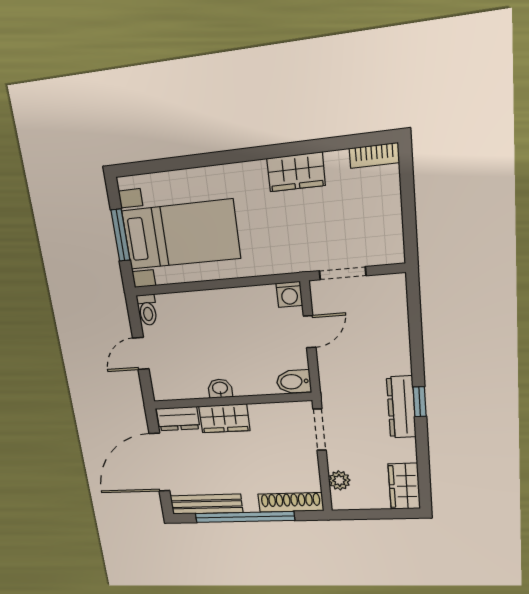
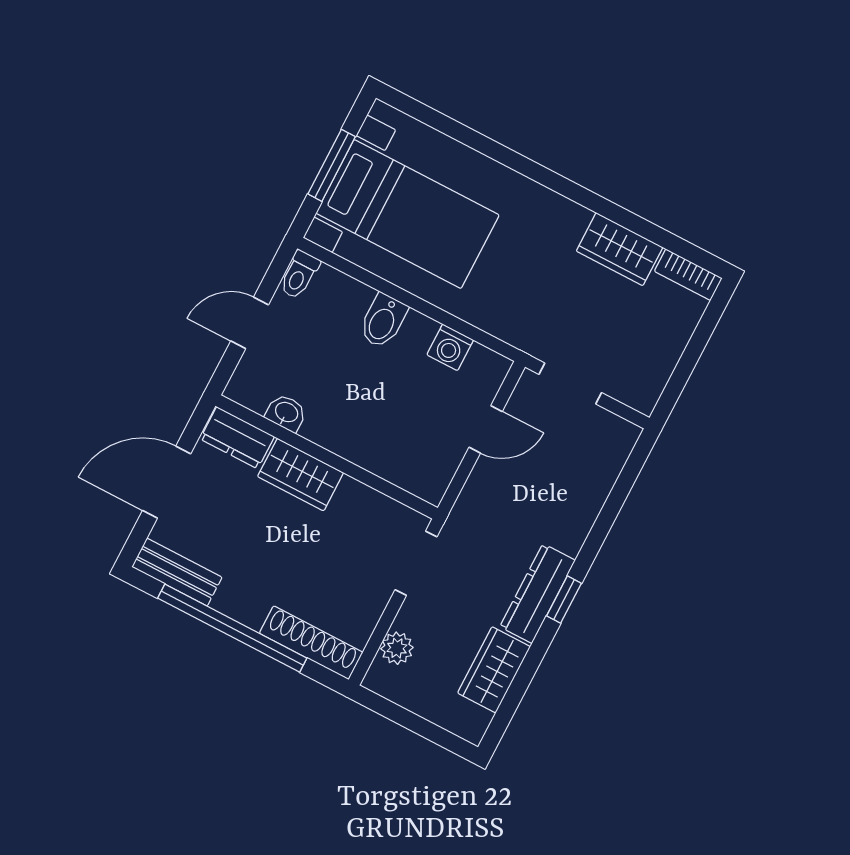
wardrobe: (296, 172) -> (620, 249), moved
washing machine: (289, 294) -> (450, 347), moved
bidet: (294, 382) -> (383, 321), moved, turned -90
washbasin: (220, 388) -> (286, 413), moved
door: (159, 462) -> (167, 482), width x0.73
wardrobe: (404, 486) -> (494, 670), moved
bench: (206, 504) -> (177, 572), width x0.73

